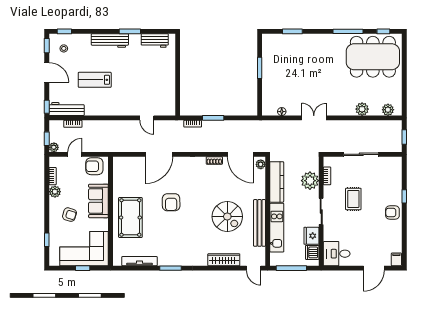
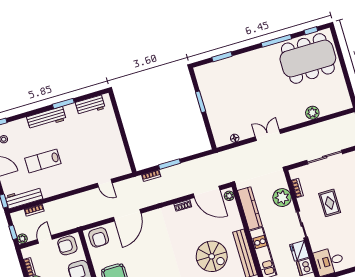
plant: (388, 110) -> (338, 106), removed
armchair: (171, 202) -> (99, 237), moved

